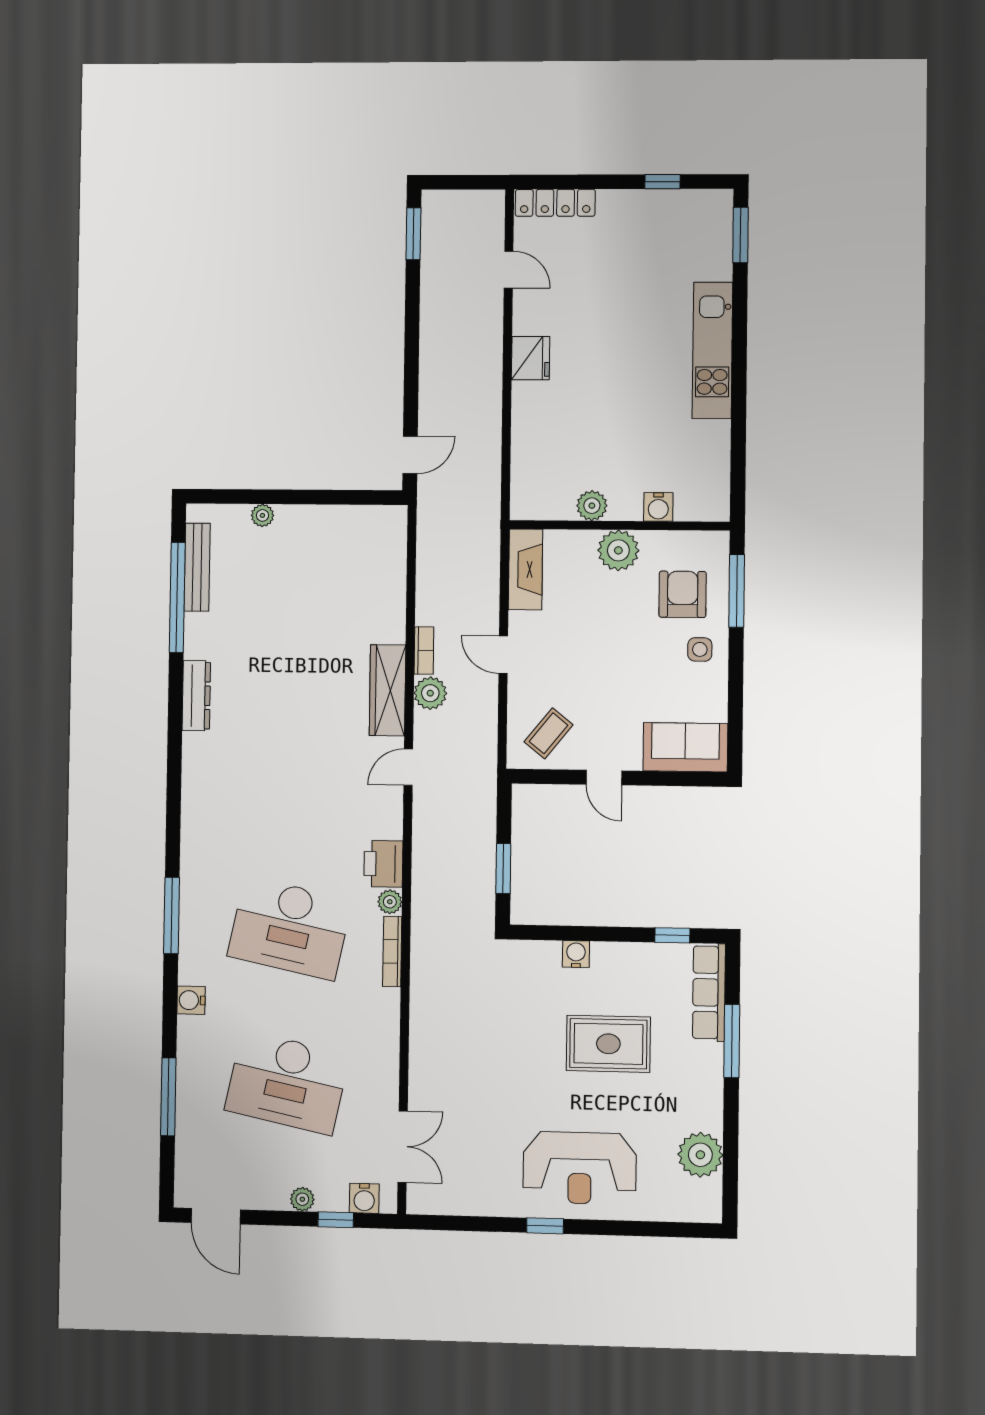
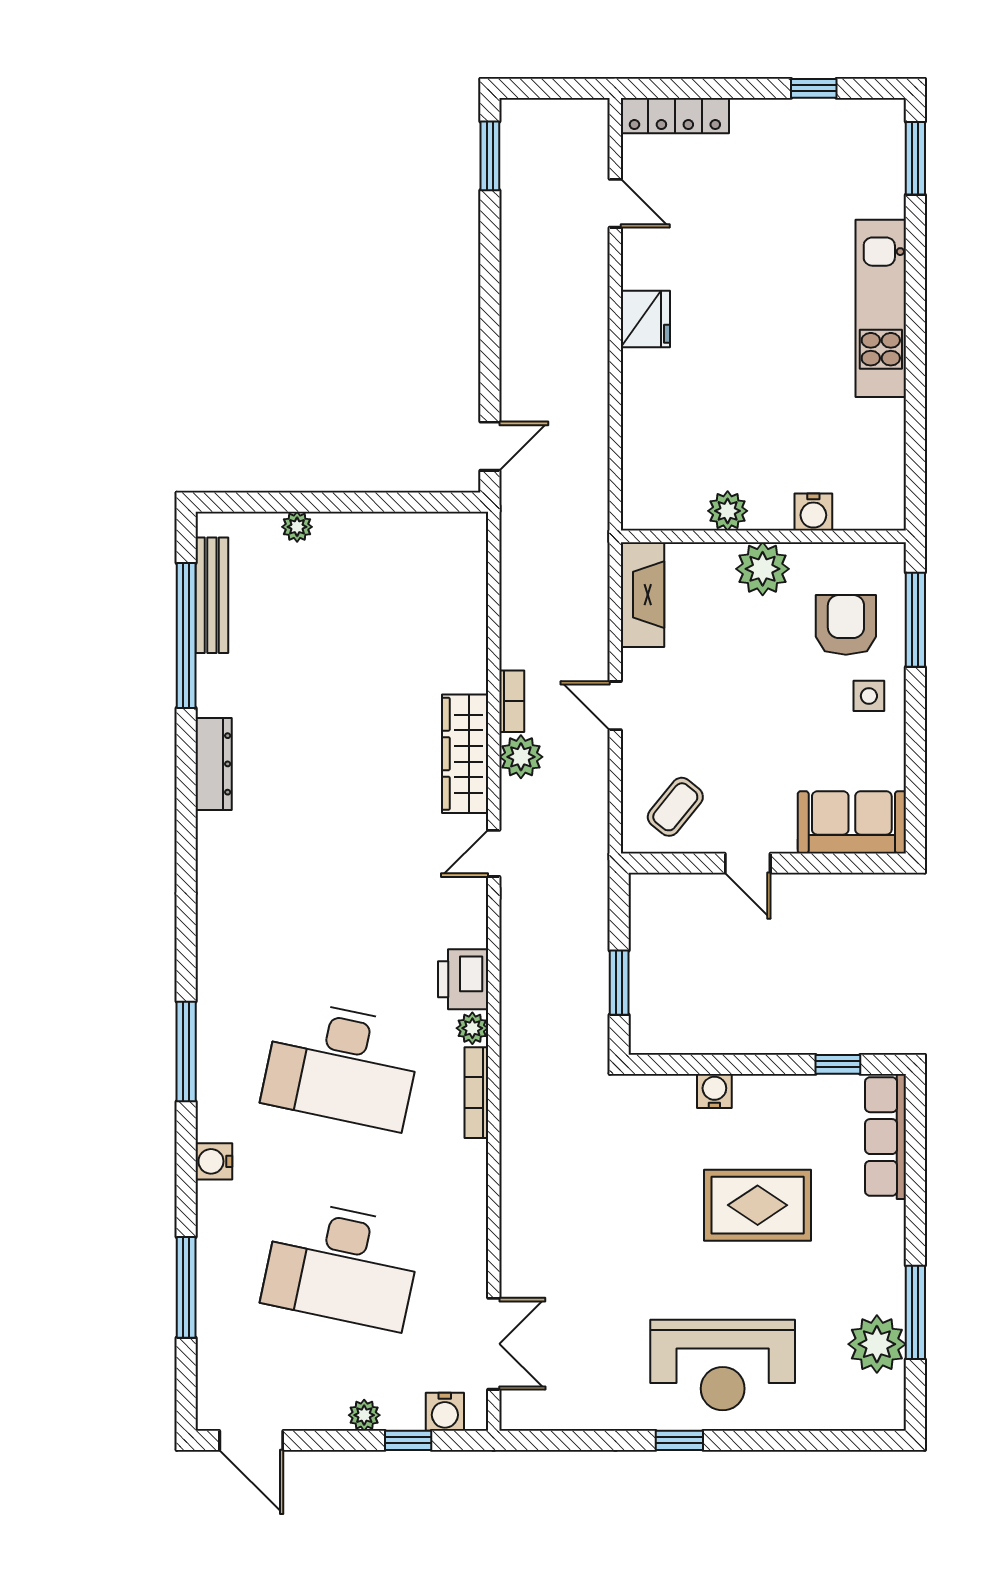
window: (732, 1041) -> (915, 1312), moved

